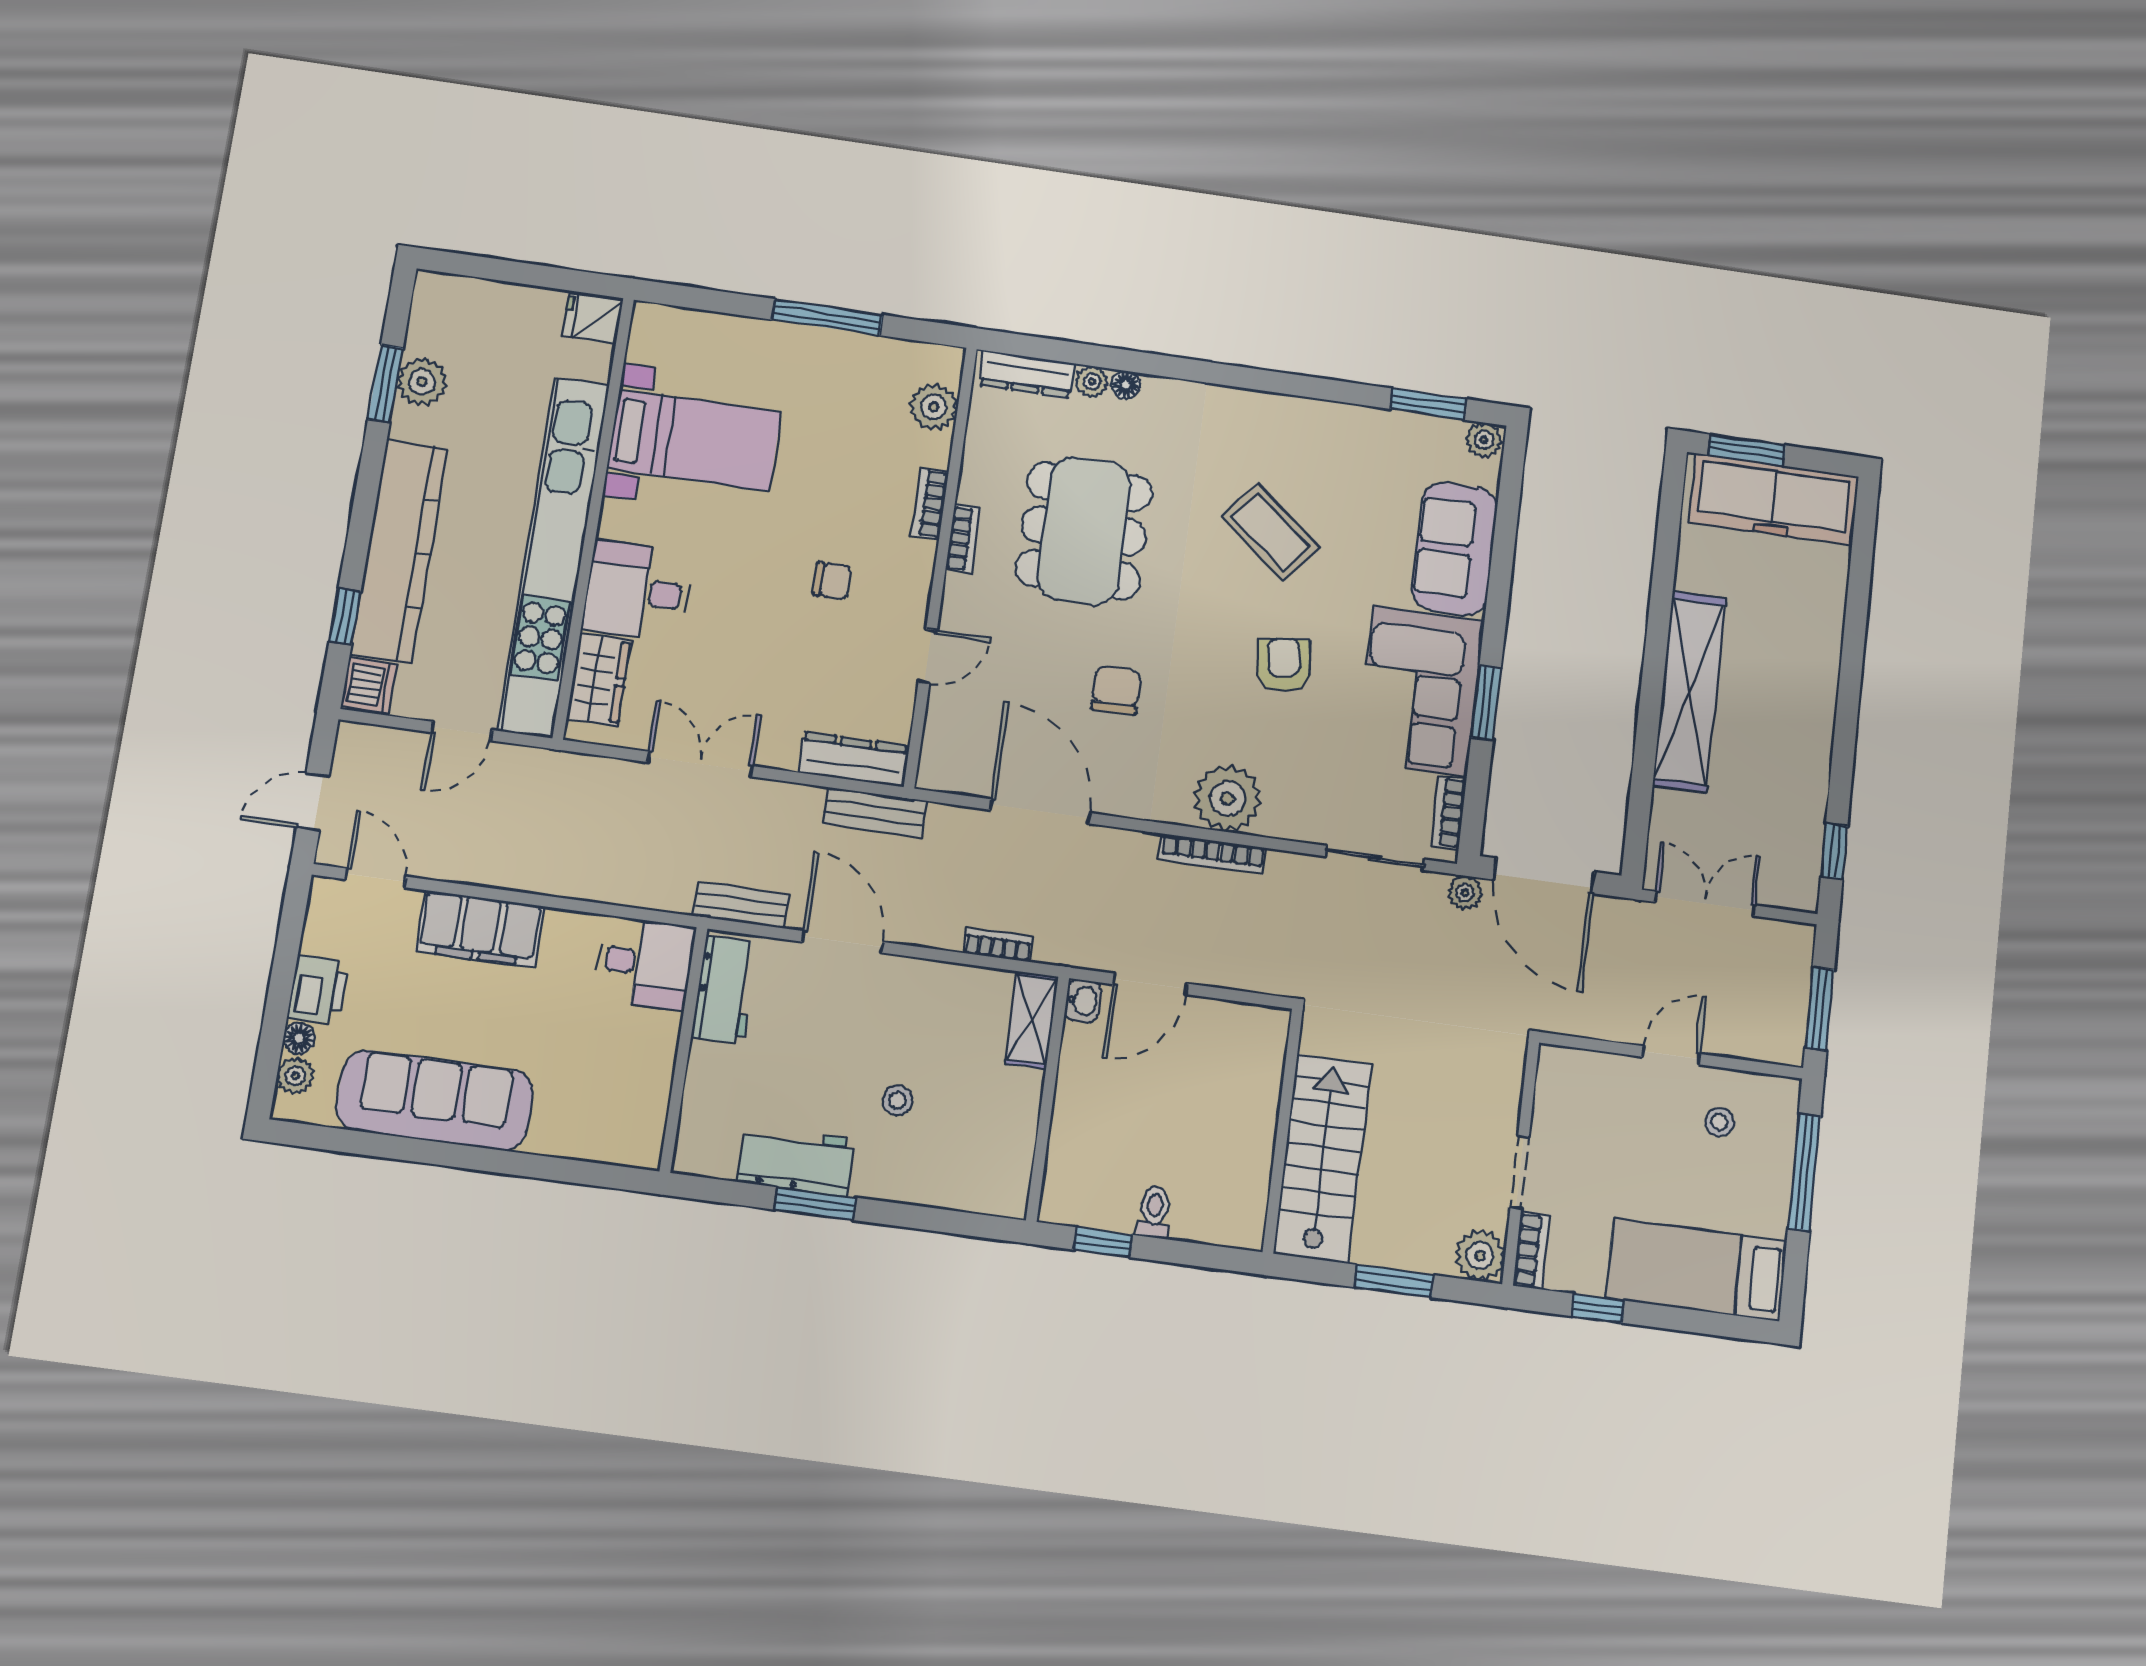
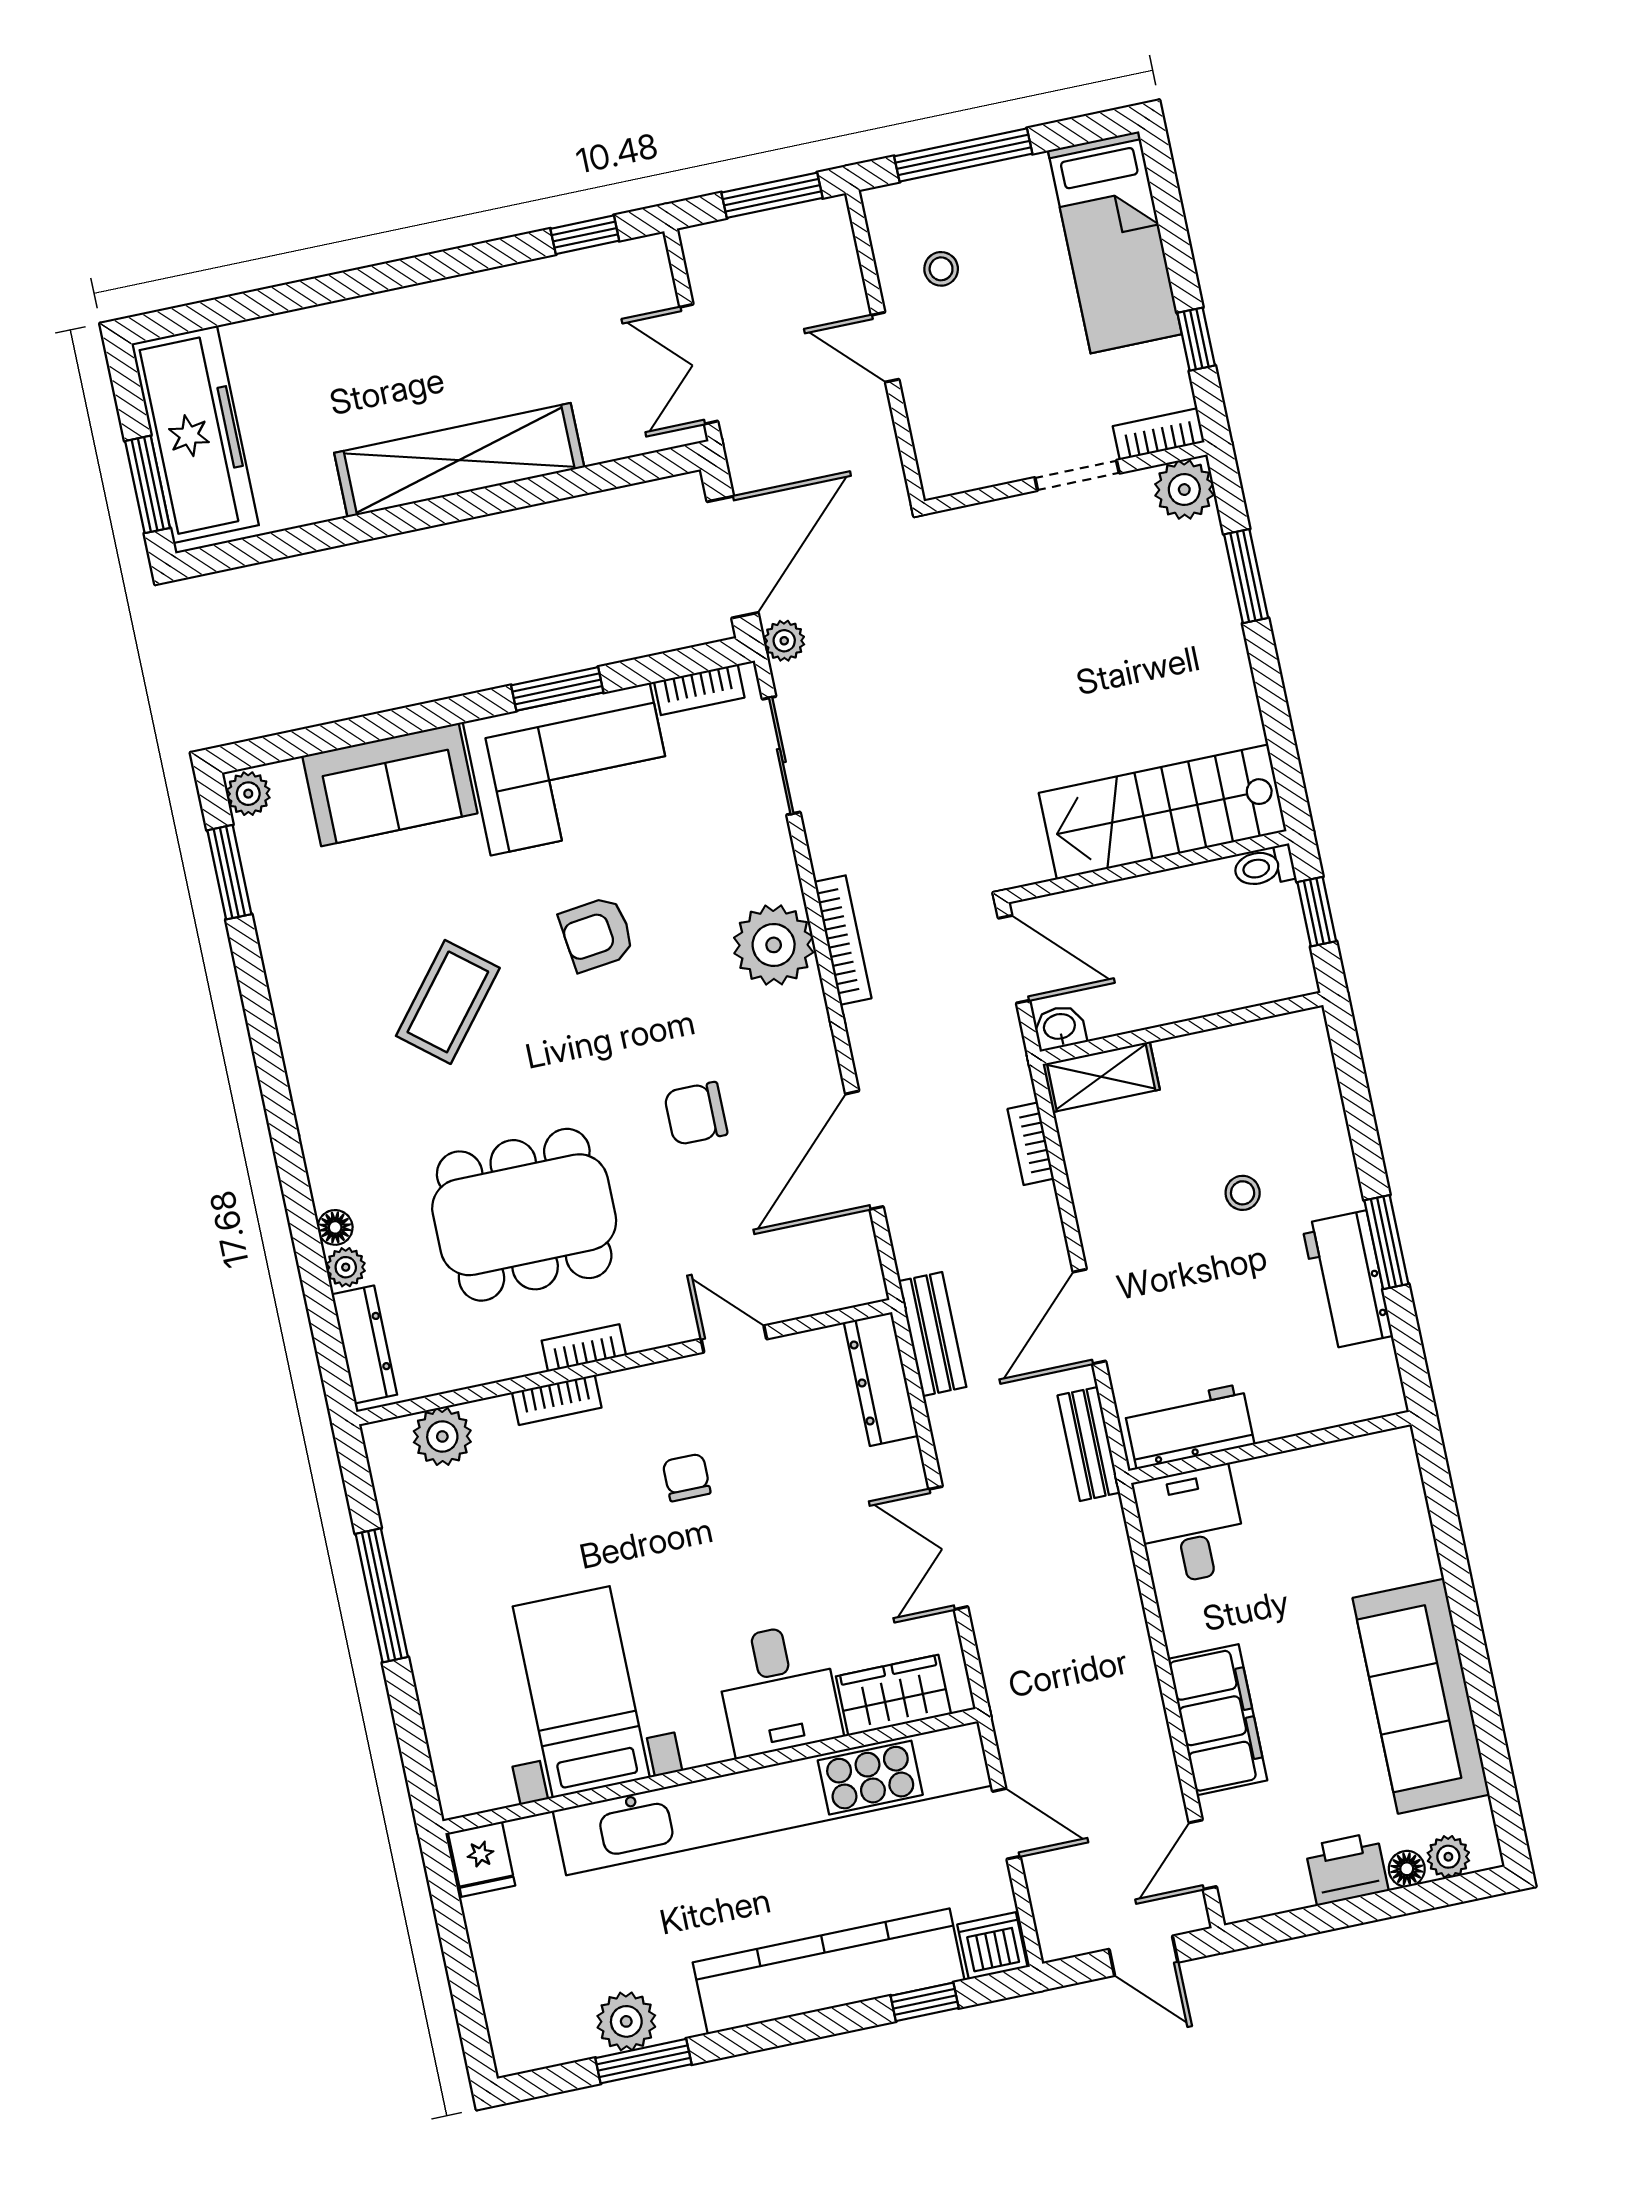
wall: (1283, 1130) -> (1148, 867), moved
stairs: (1323, 1158) -> (1163, 812), moved

